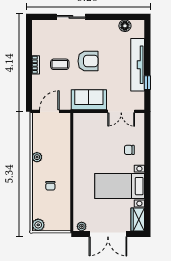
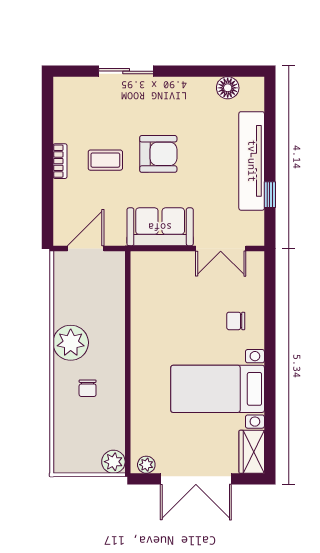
plant: (37, 157) -> (71, 343), width x1.88, depth x1.88
plant: (38, 225) -> (113, 462), moved

